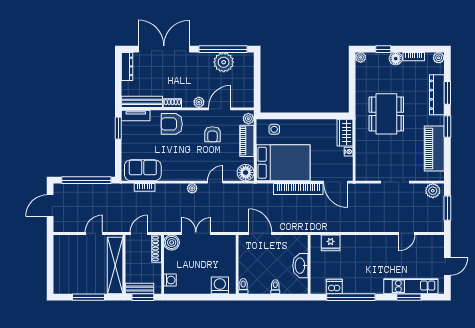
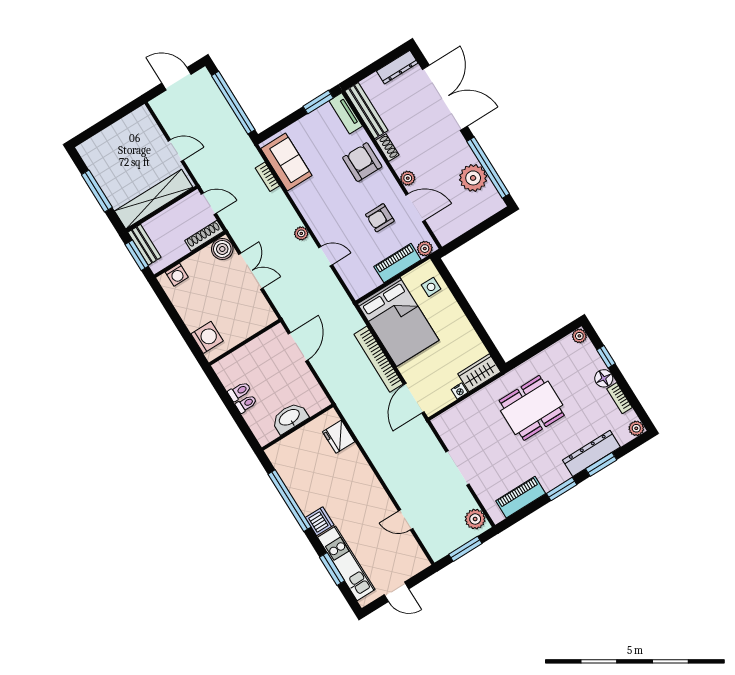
piano: (434, 148) -> (521, 497), width x0.73, depth x0.75
floor lamp: (246, 173) -> (359, 285), removed
toilet: (243, 286) -> (239, 391), moved
dishwasher: (334, 287) -> (320, 521), moved

